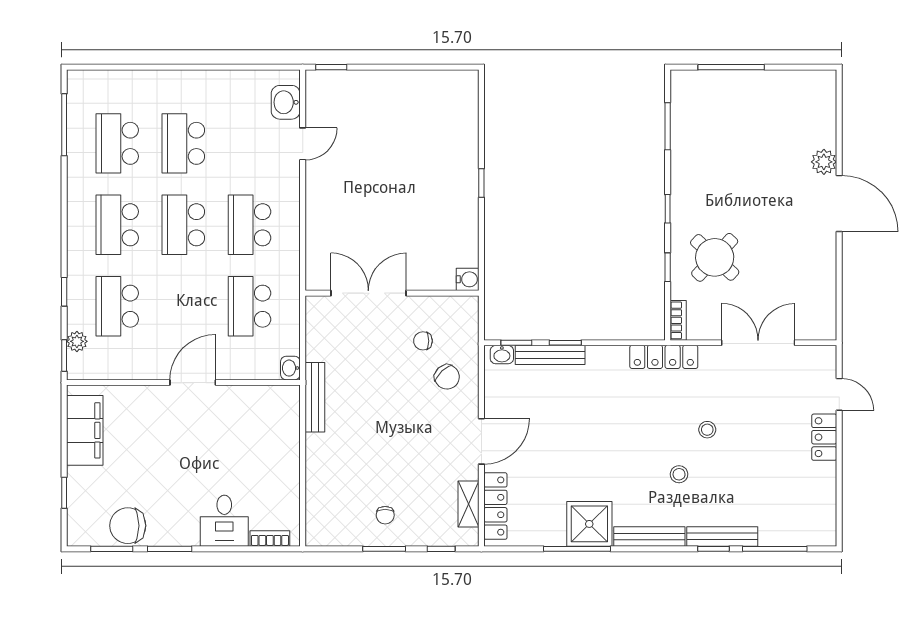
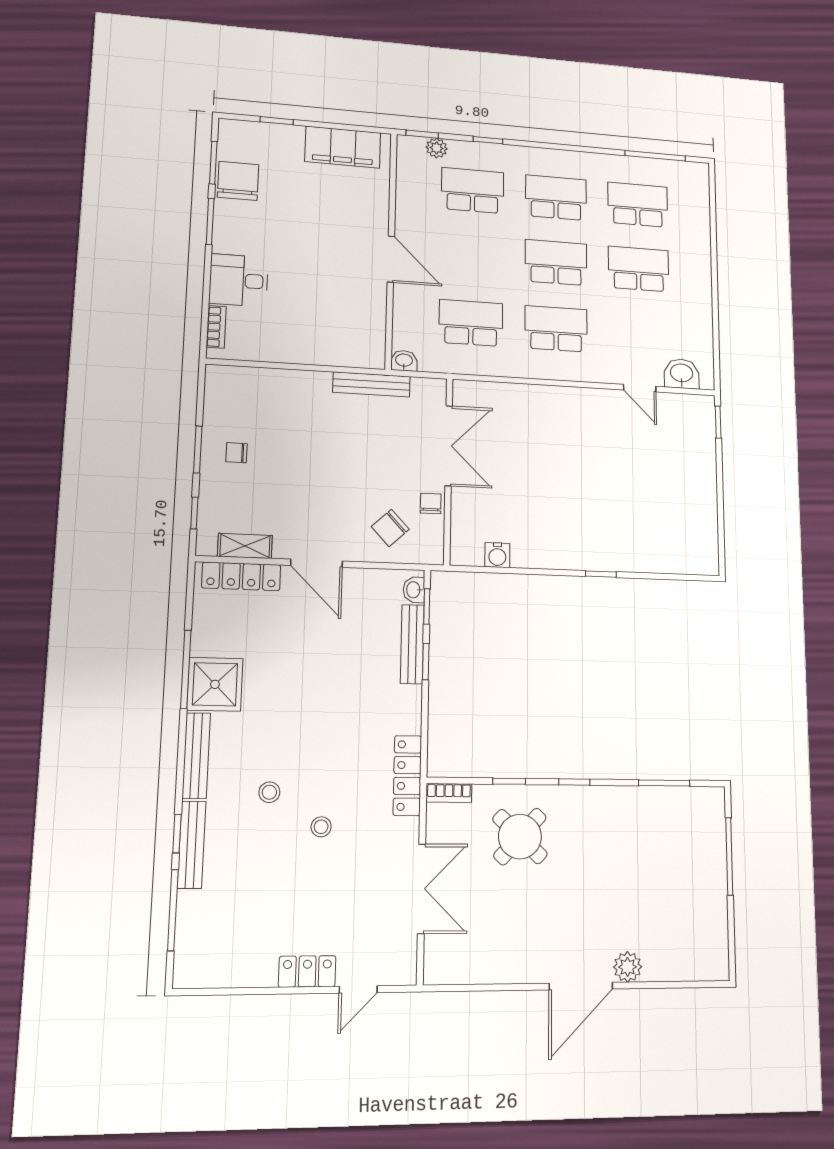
double door: (368, 293) -> (449, 446), moved
wall: (392, 293) -> (448, 471), moved

